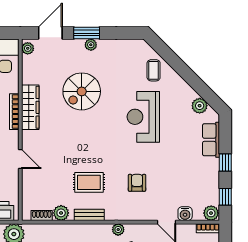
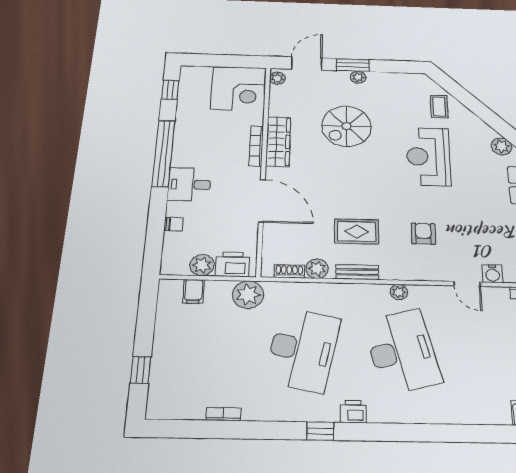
door: (20, 159) -> (262, 201), width x1.87

